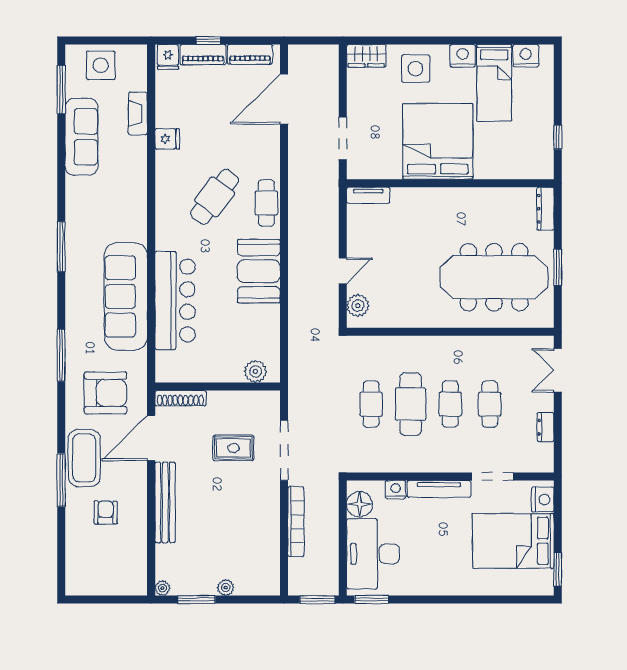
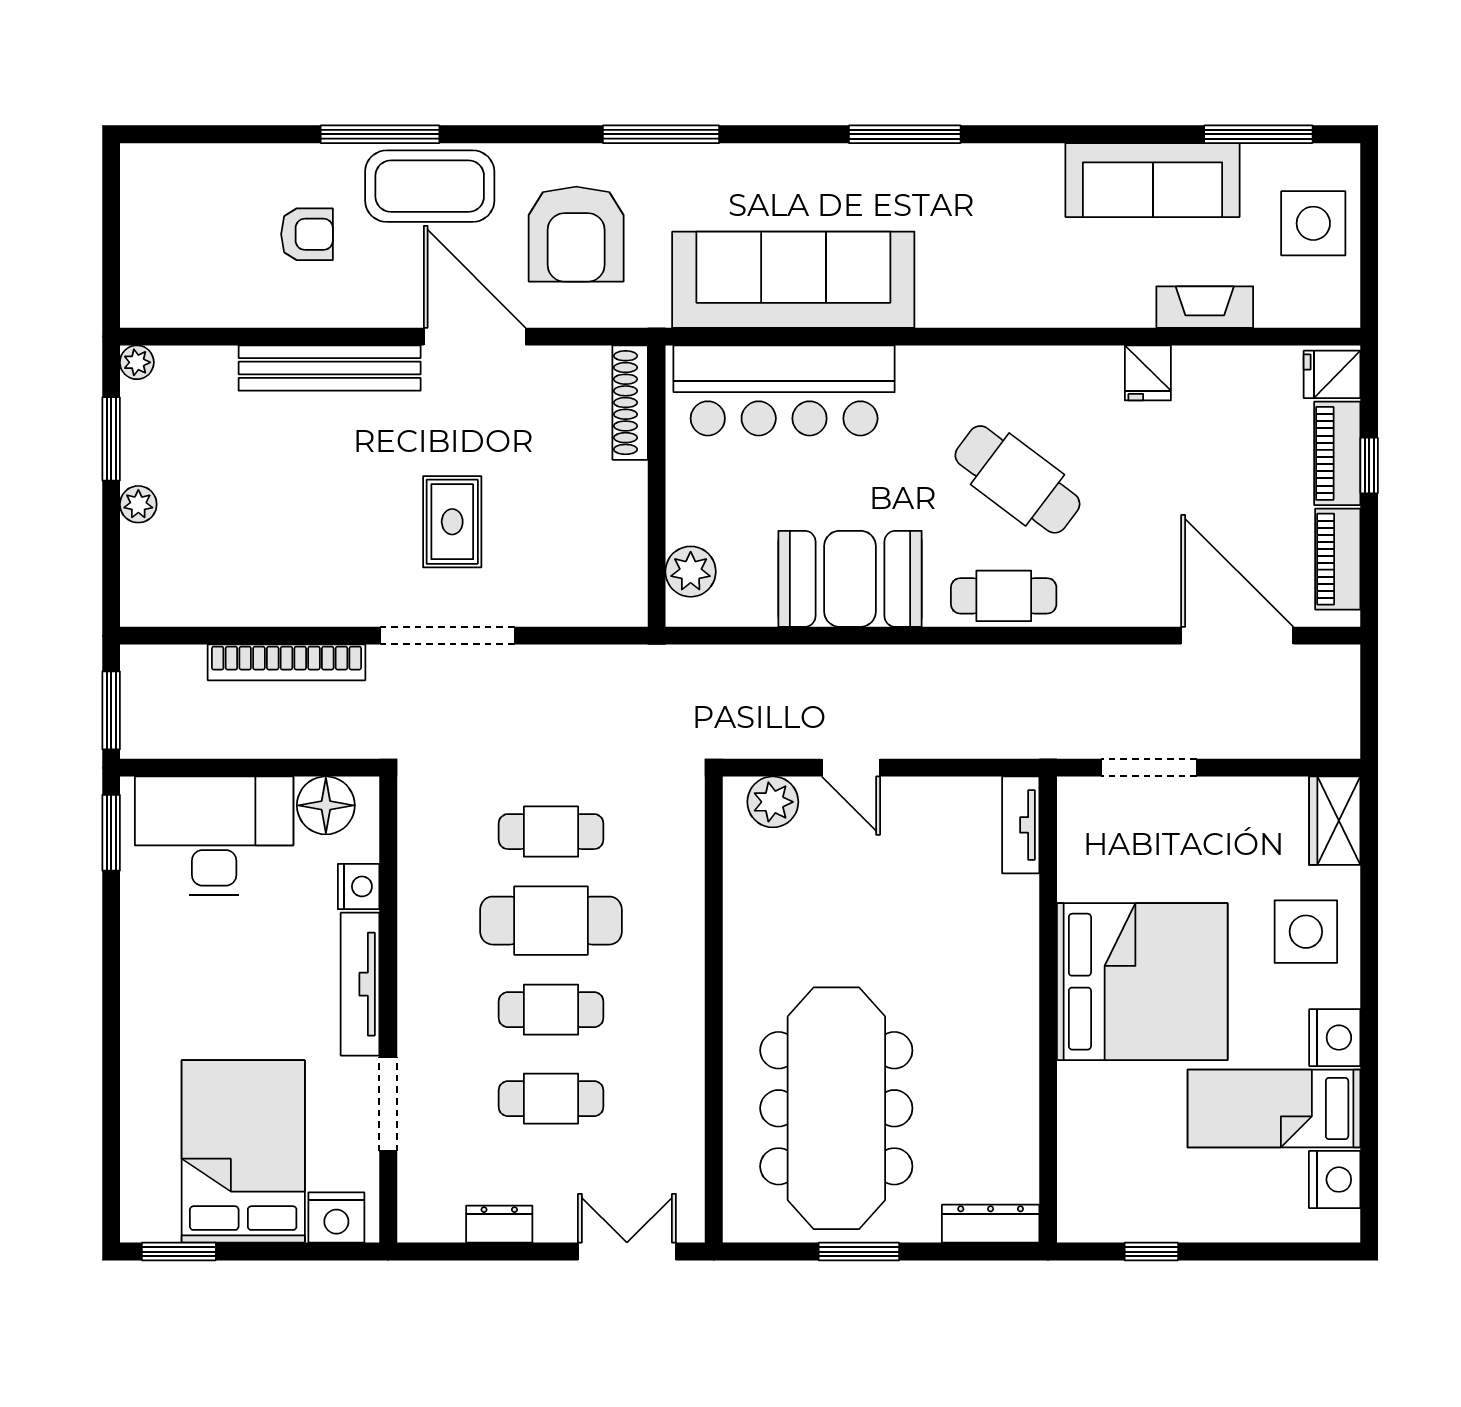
plant: (256, 371) -> (691, 572), moved
wall: (218, 386) -> (657, 486), moved
shoe rack: (180, 398) -> (630, 403), moved

